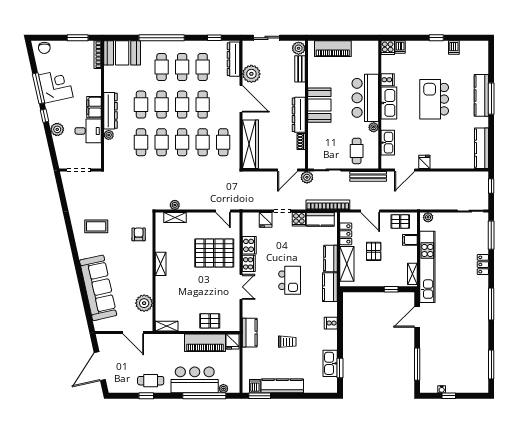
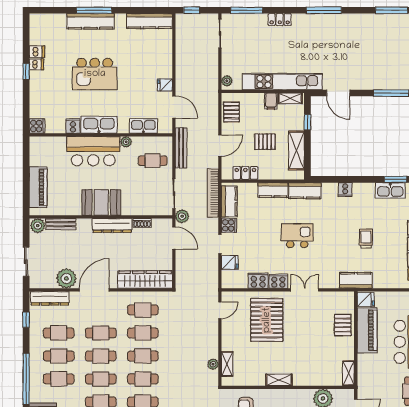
dishwasher: (400, 47) -> (36, 64), moved
filing cabinet: (410, 240) -> (271, 101), moved
shelving: (347, 264) -> (296, 150), moved, turned 90

